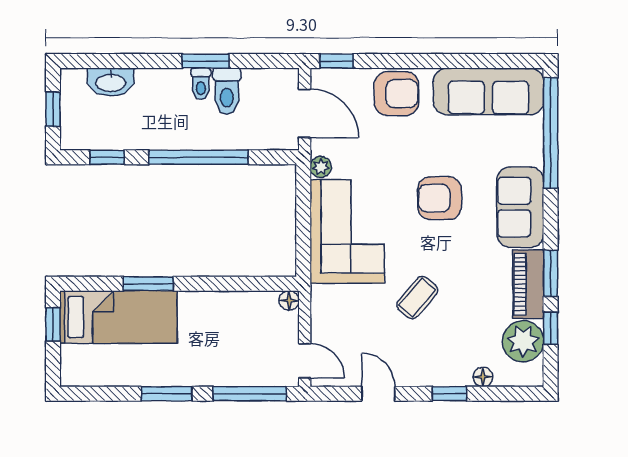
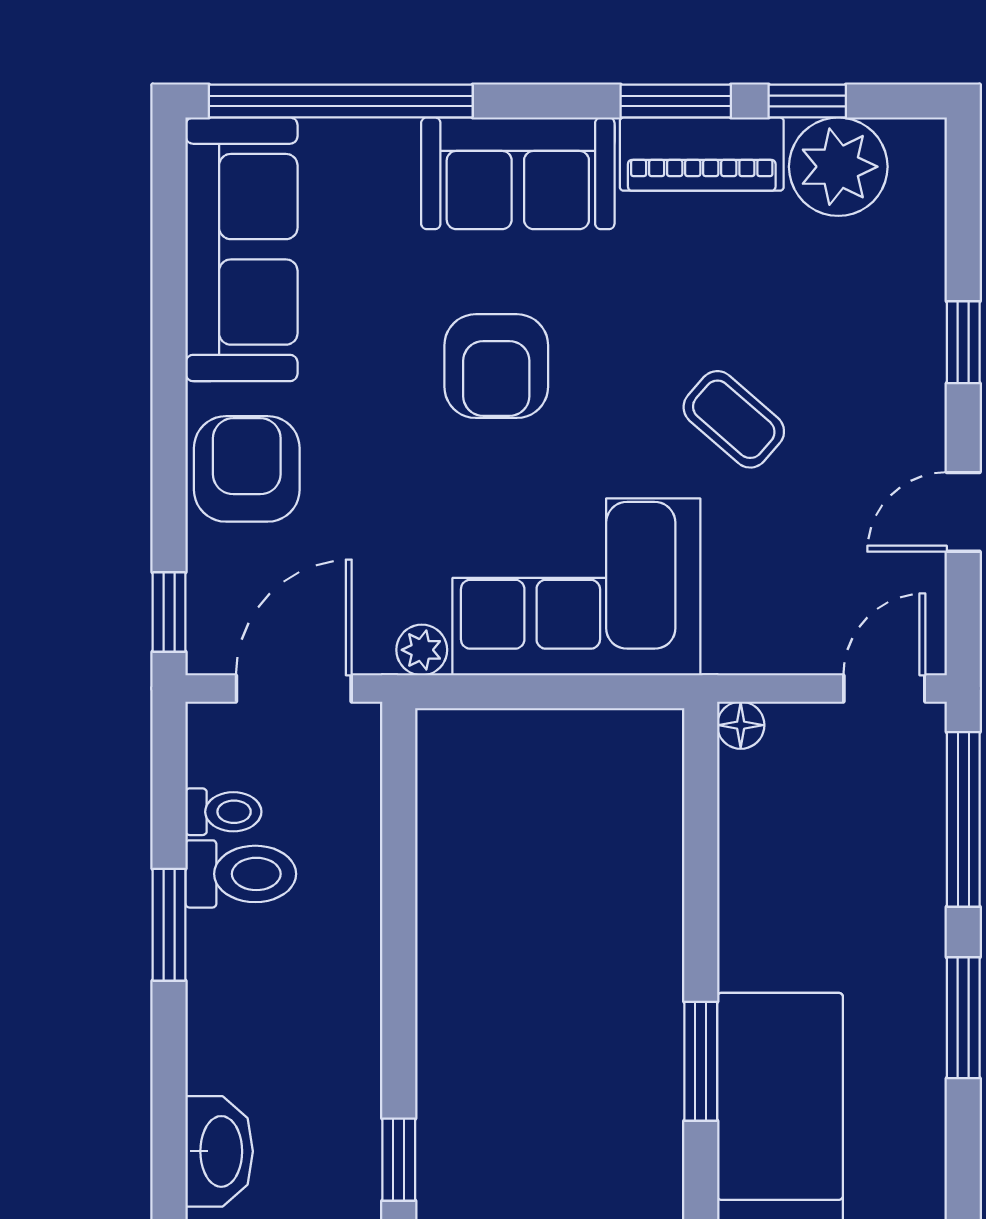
toilet: (201, 84) -> (223, 812), moved
window: (199, 157) -> (399, 941), removed
floor lamp: (483, 377) -> (923, 263), removed

